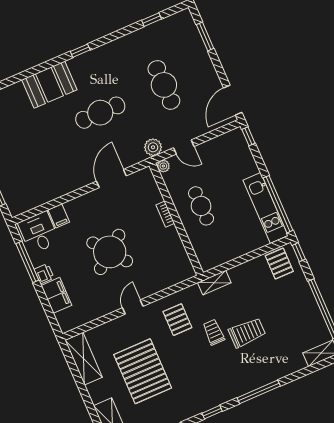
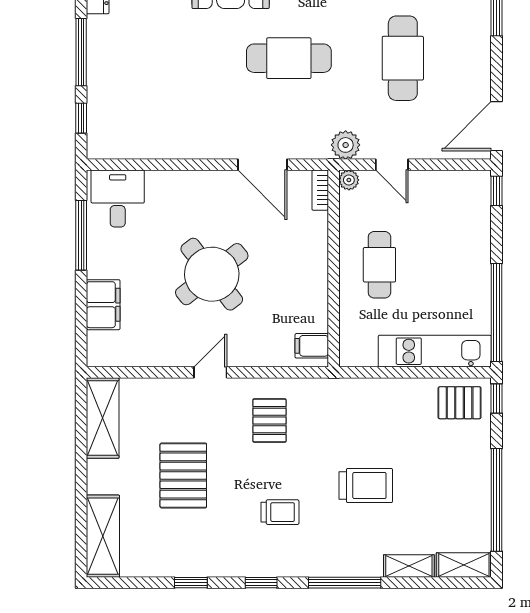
door: (111, 178) -> (262, 165), swing flipped
kitchen unit: (265, 208) -> (435, 351), moved, turned 90
bookcase: (165, 214) -> (320, 190), moved
filing cabinet: (59, 216) -> (312, 346), moved, turned 90
pallet: (279, 264) -> (460, 403), turned 90
printer: (44, 274) -> (99, 264), removed
shelving: (214, 283) -> (409, 566), moved
trolley: (214, 332) -> (280, 512), moved, turned 90
pallet: (143, 371) -> (183, 475), width x0.73, depth x0.71

